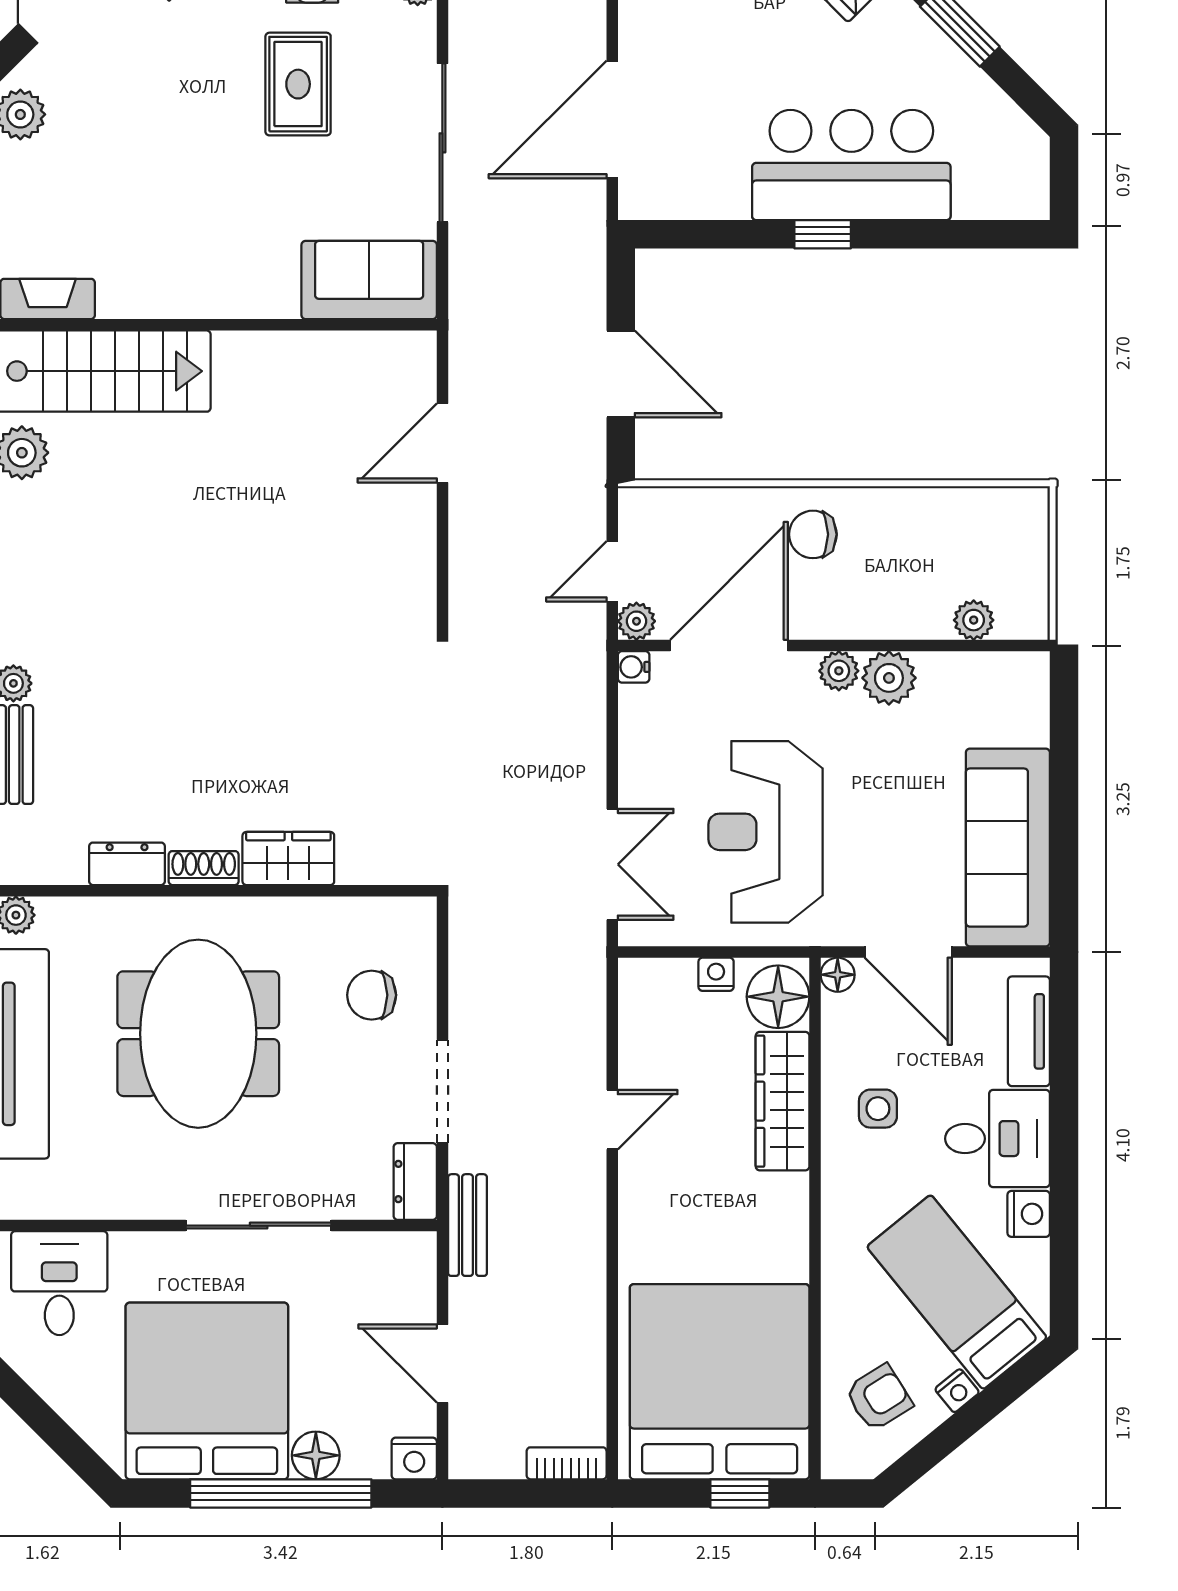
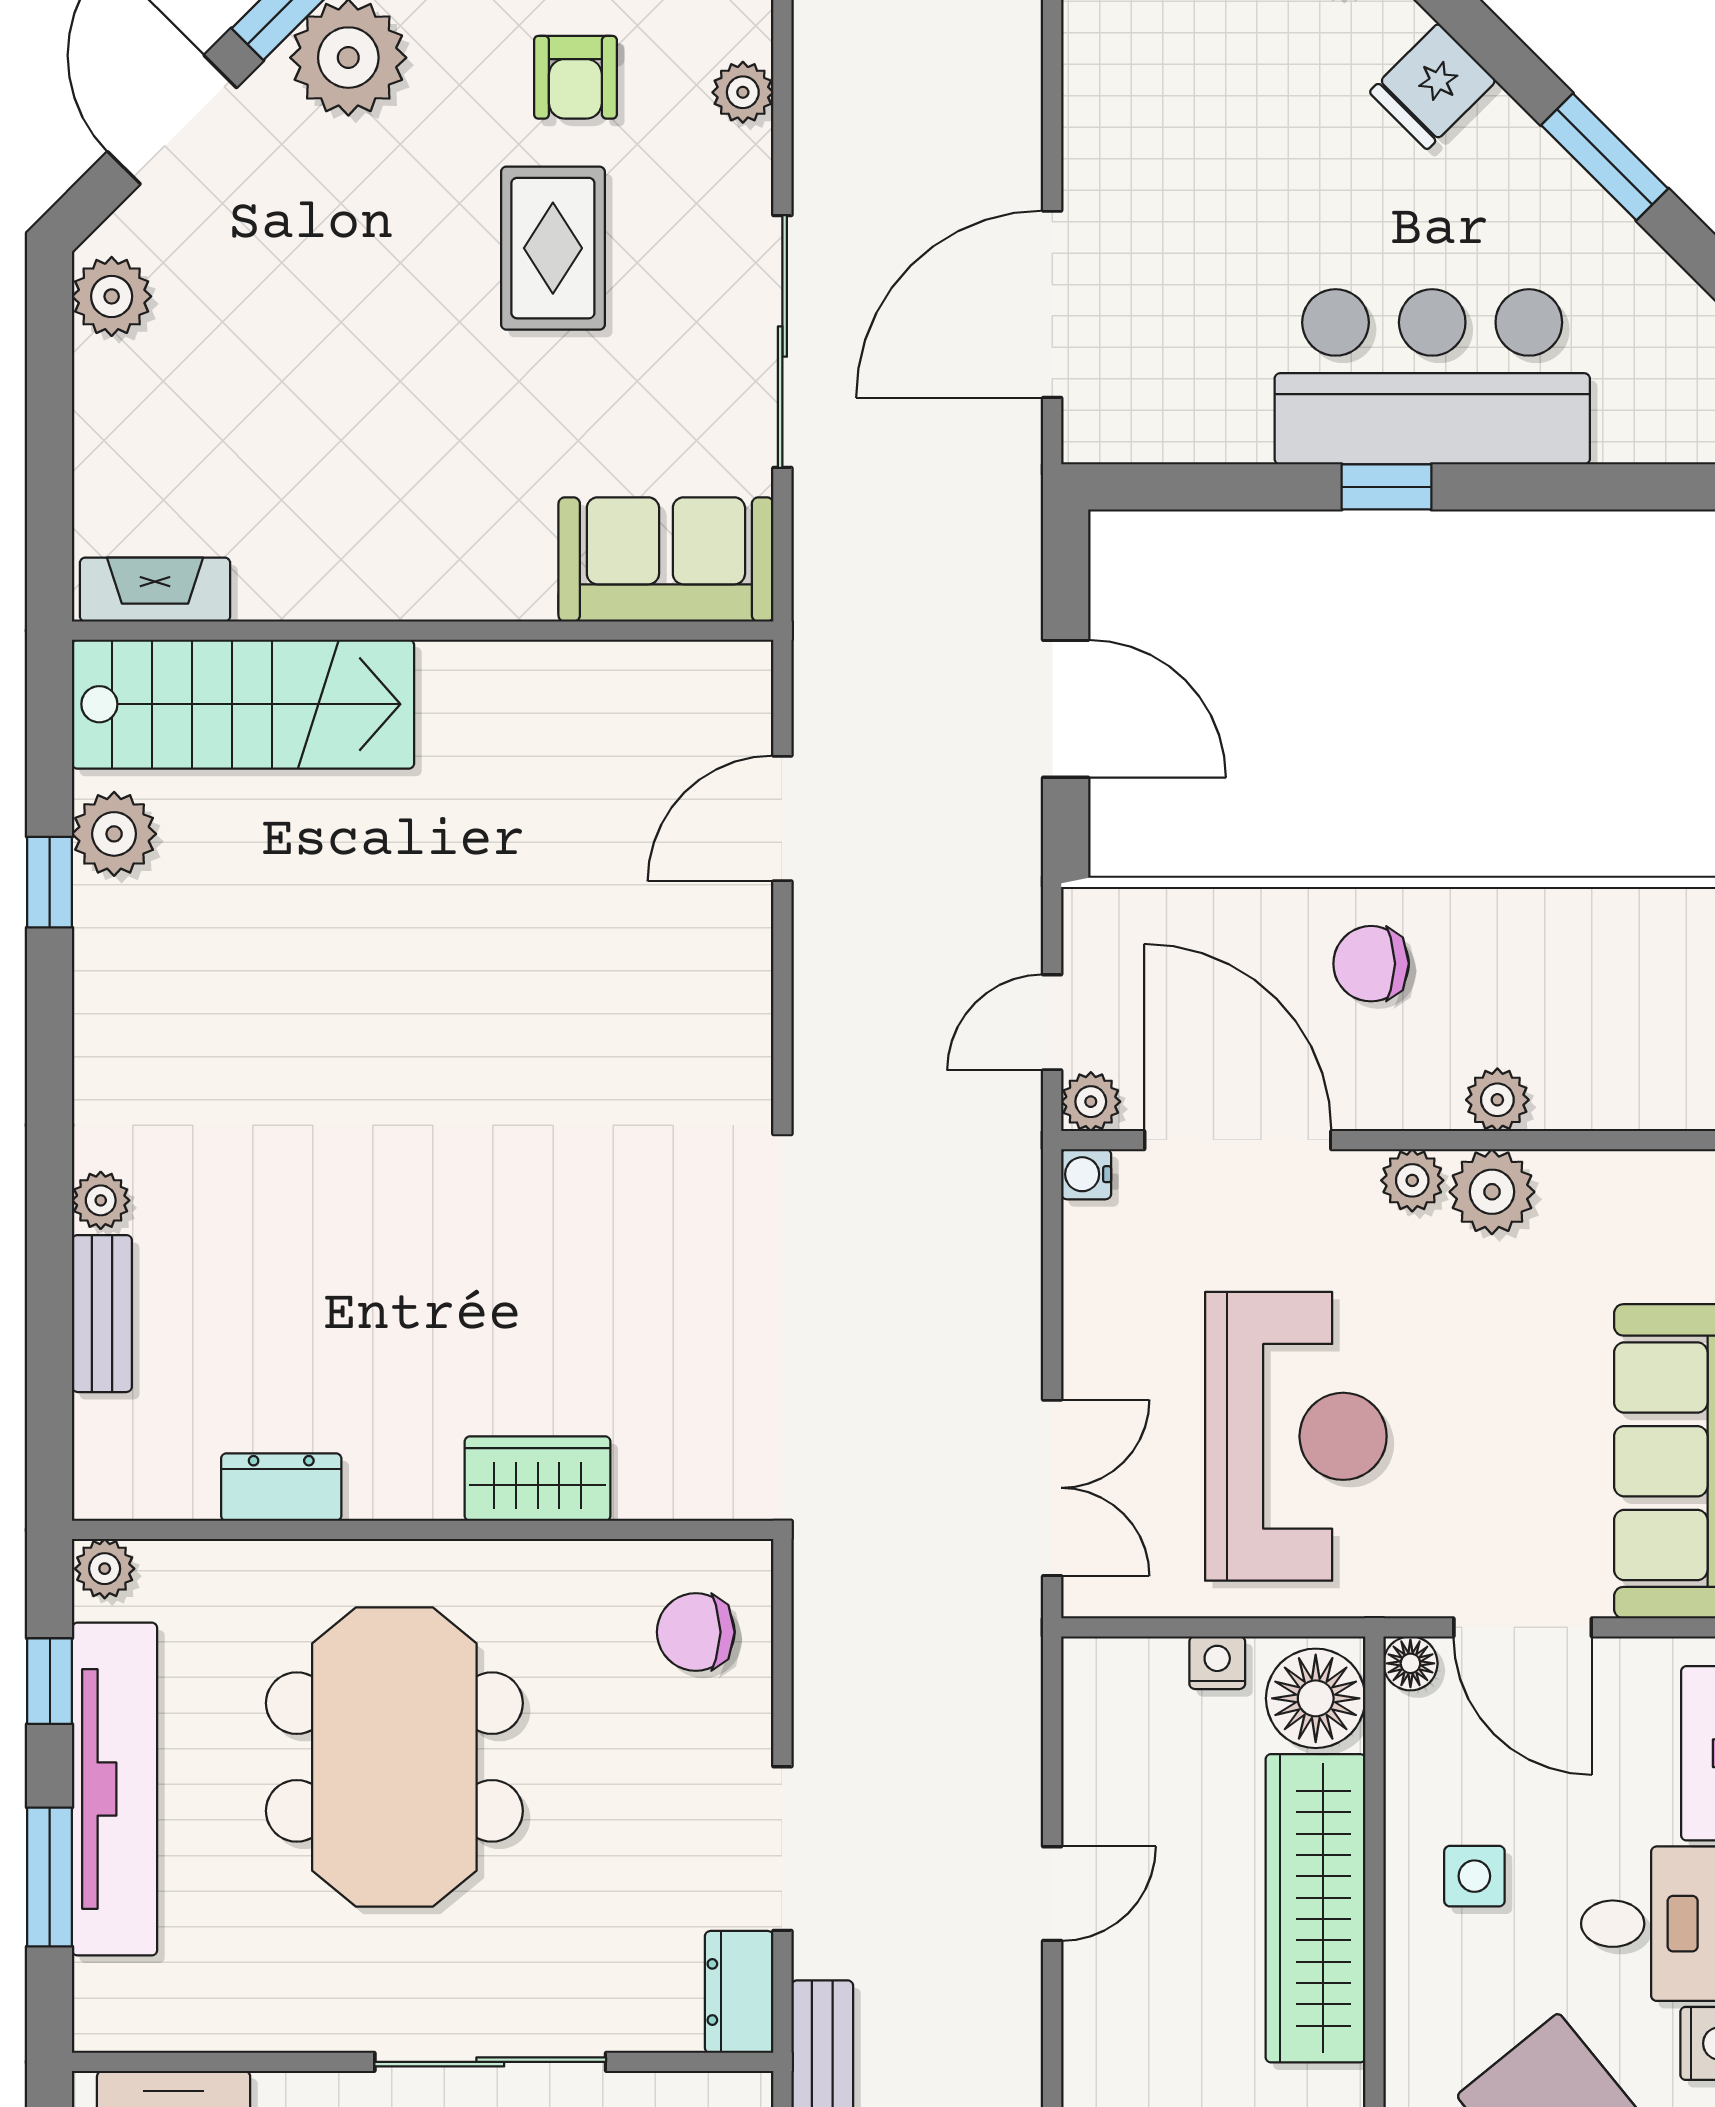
plant: (974, 620) -> (1497, 1100), moved
door: (729, 646) -> (1238, 1140), hinge flipped
reception desk: (766, 832) -> (1296, 1436), turned 180
shoe rack: (204, 868) -> (403, 1494), removed
chair: (372, 995) -> (696, 1632), moved
wardrobe: (783, 1101) -> (1315, 1908), width x1.40, depth x1.17

